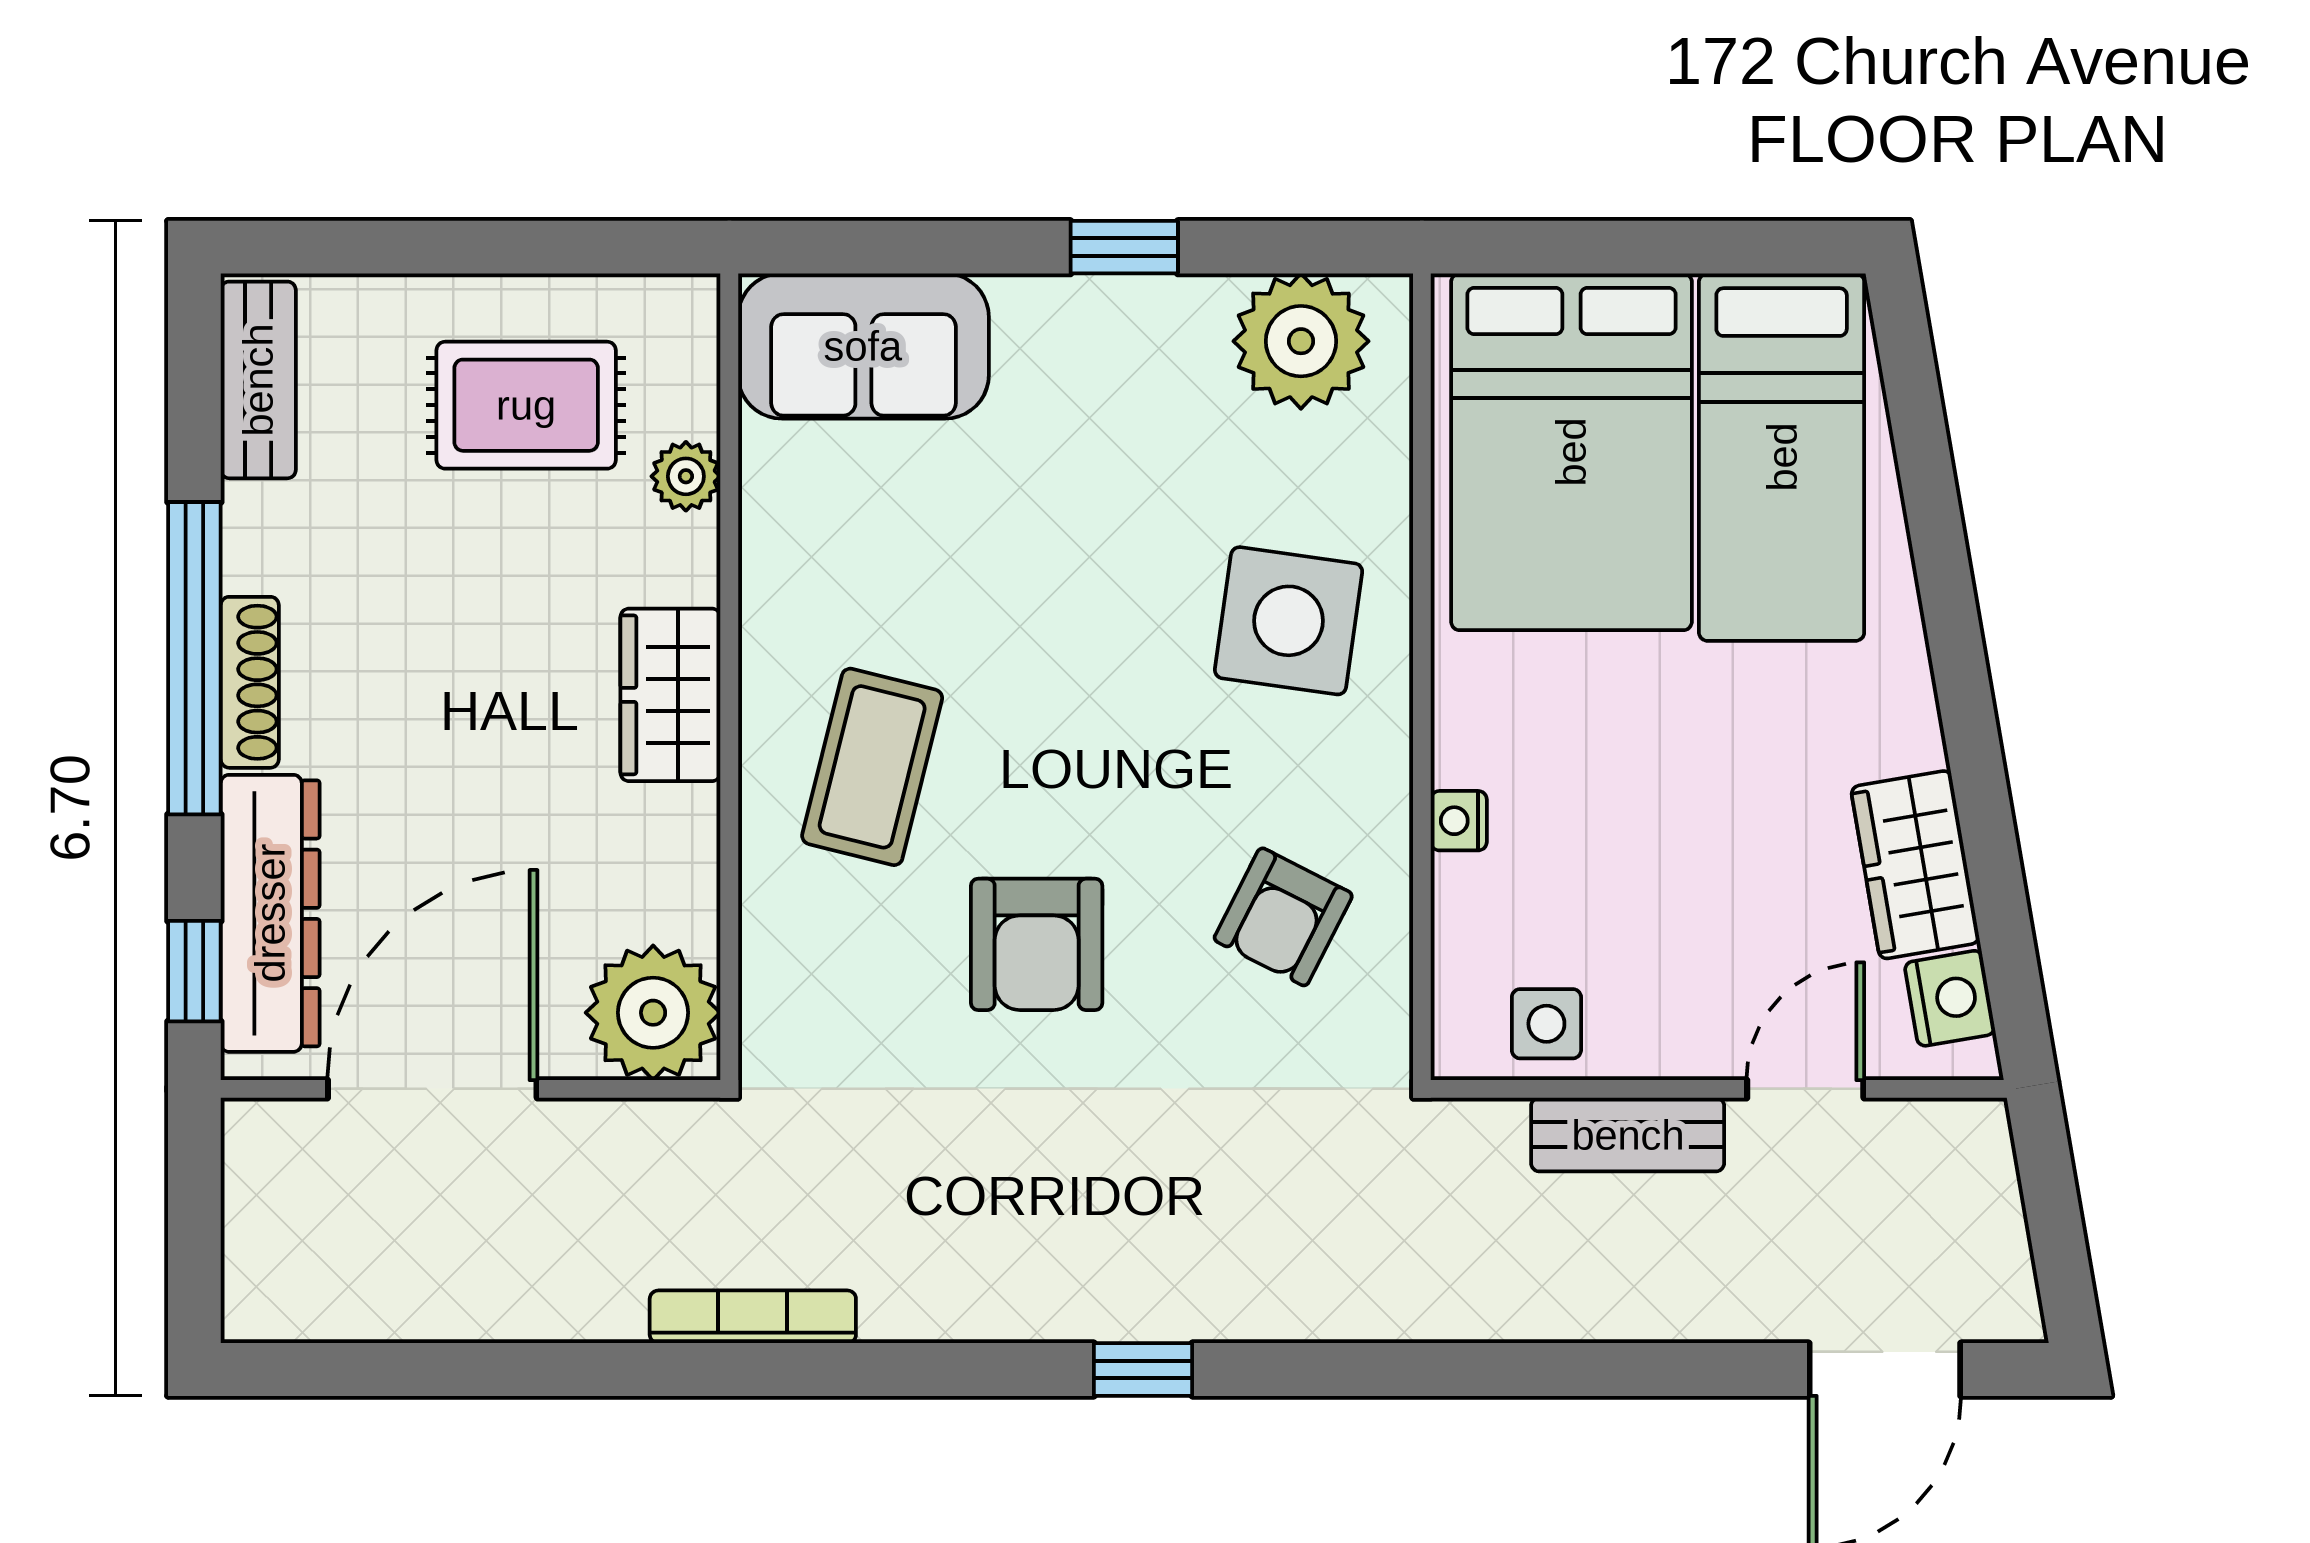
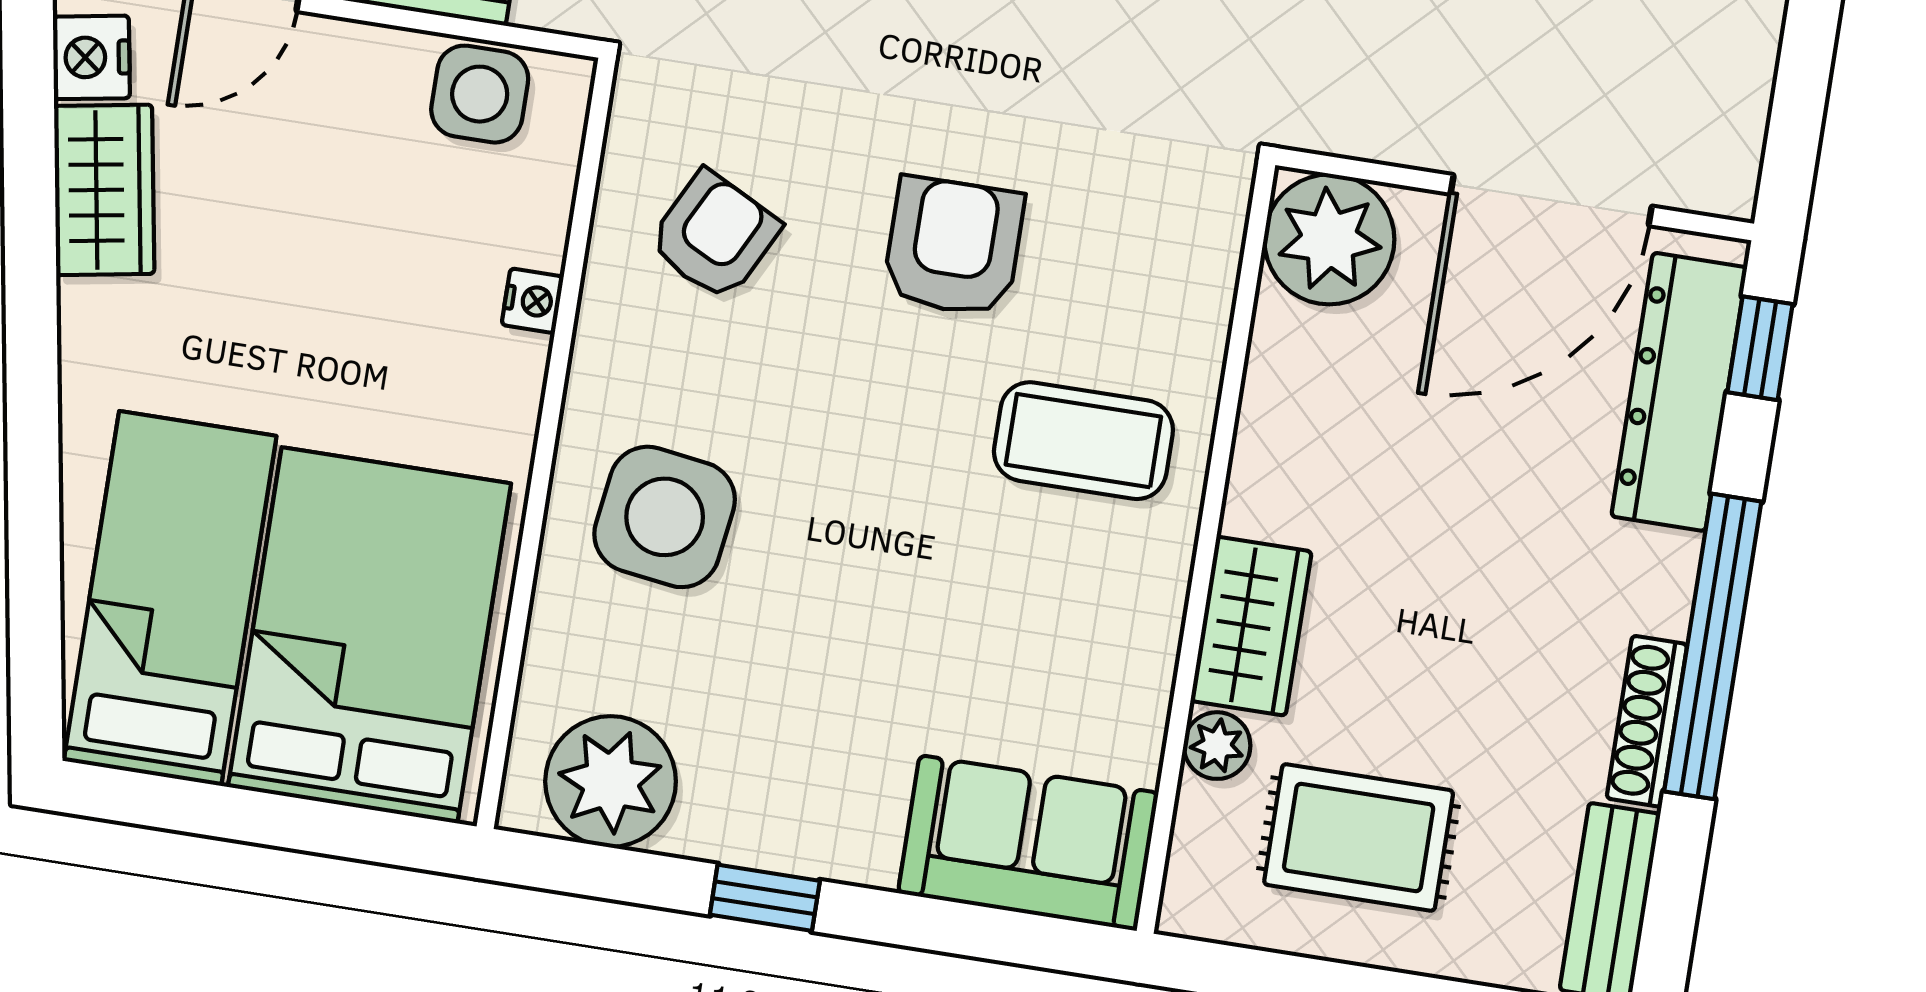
shoe rack: (250, 682) -> (1647, 721), moved
wardrobe: (670, 695) -> (1251, 626), moved
coffee table: (872, 767) -> (1083, 441), turned 76
side table: (1546, 1024) -> (480, 94), width x1.37, depth x1.37

